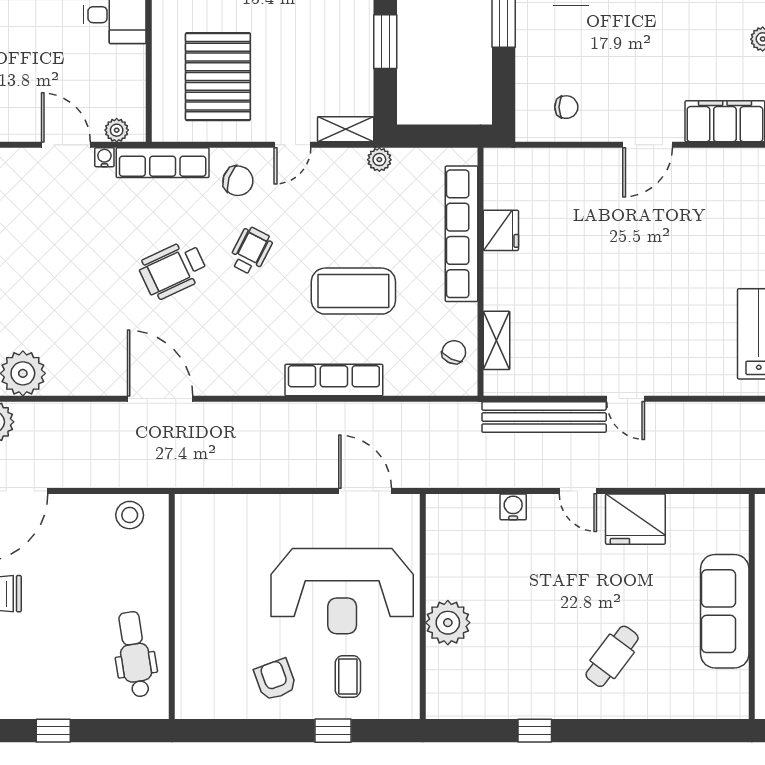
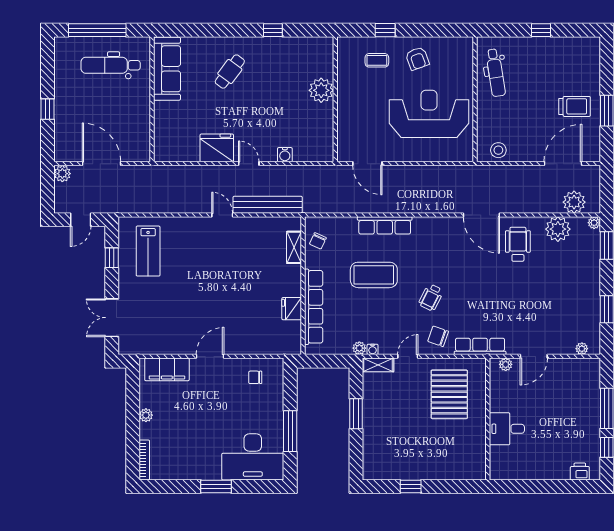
door: (66, 145) -> (534, 356), hinge flipped
water cooler: (104, 157) -> (373, 349), moved
wheelchair: (173, 270) -> (518, 244), moved, turned -65
reception desk: (342, 591) -> (429, 114), moved
sofa: (725, 611) -> (167, 69), moved
coffee table: (348, 676) -> (377, 60), turned 90

